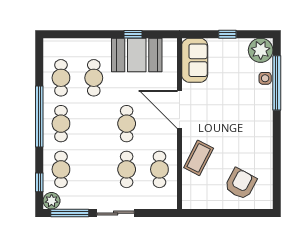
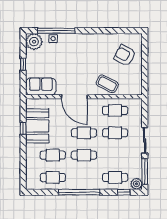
door: (180, 109) -> (74, 97), hinge flipped
cafe table: (61, 124) -> (84, 155), moved

